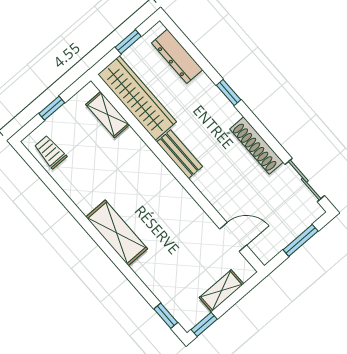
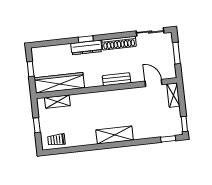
dresser: (177, 56) -> (86, 47), moved
bench: (179, 154) -> (117, 79), moved
door: (233, 237) -> (153, 83), hinge flipped
shelving: (221, 291) -> (173, 95), moved

